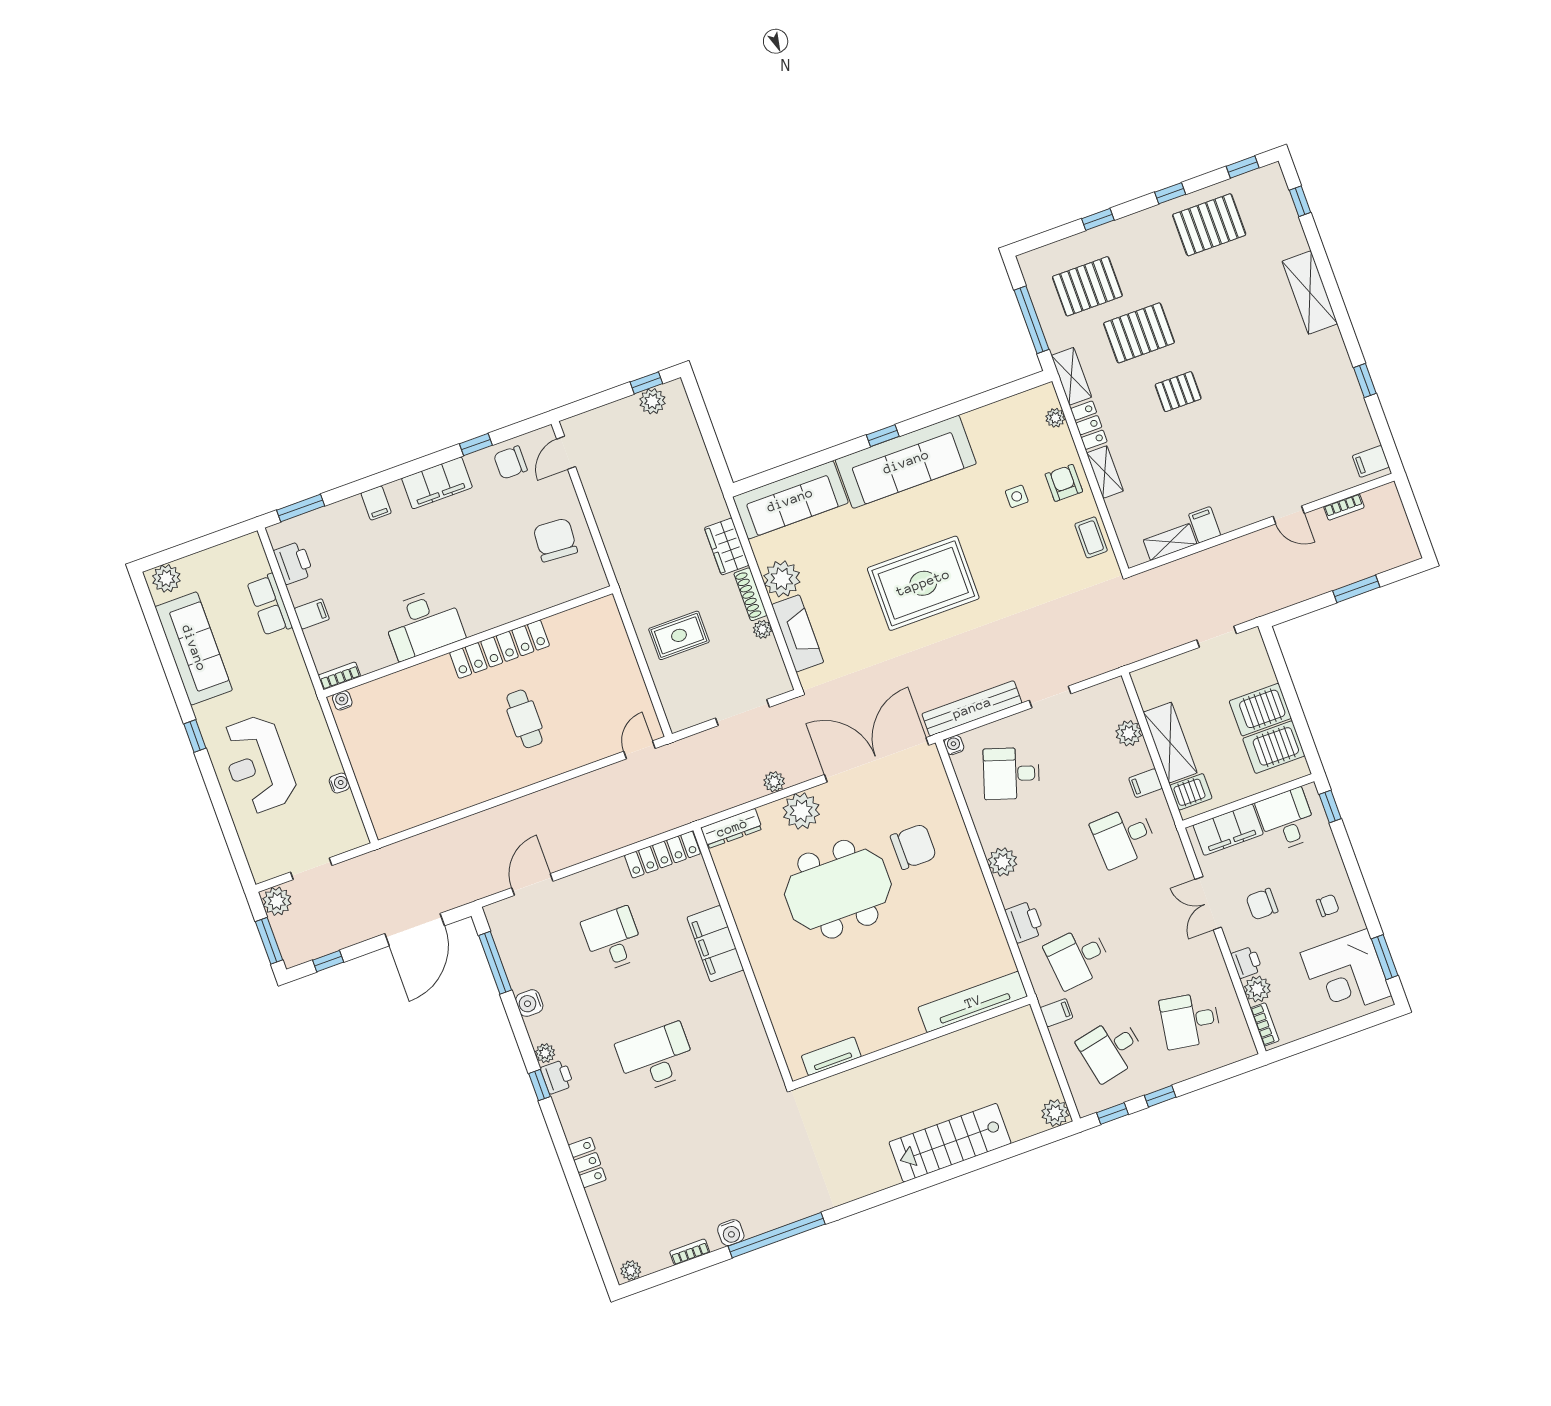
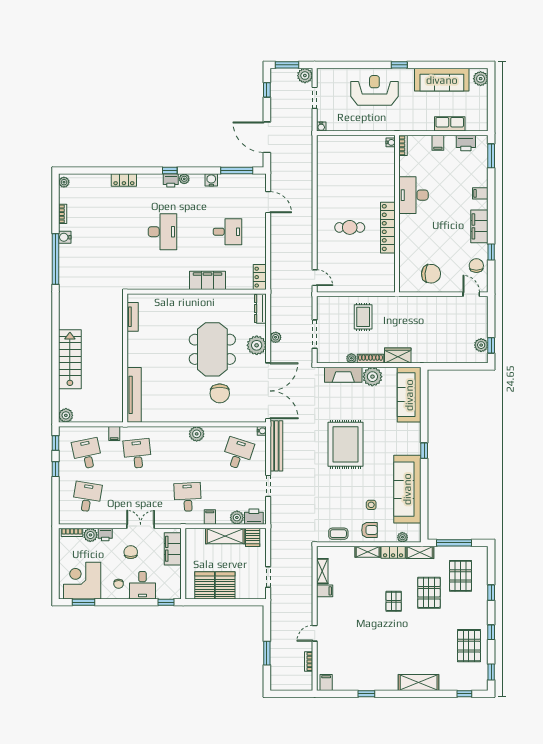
sofa: (906, 462) -> (407, 489), moved
water cooler: (339, 783) -> (321, 127), moved
server rack: (1191, 792) -> (253, 537), moved
desk: (1287, 820) -> (142, 585), moved, turned 90
locker: (662, 855) -> (260, 277), width x0.66
printer: (1024, 922) -> (254, 517), moved, turned 180

